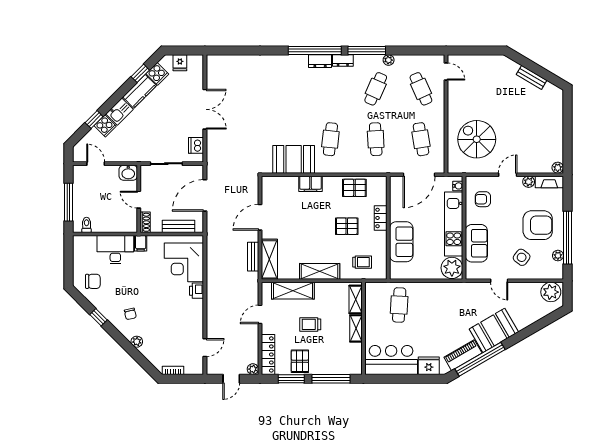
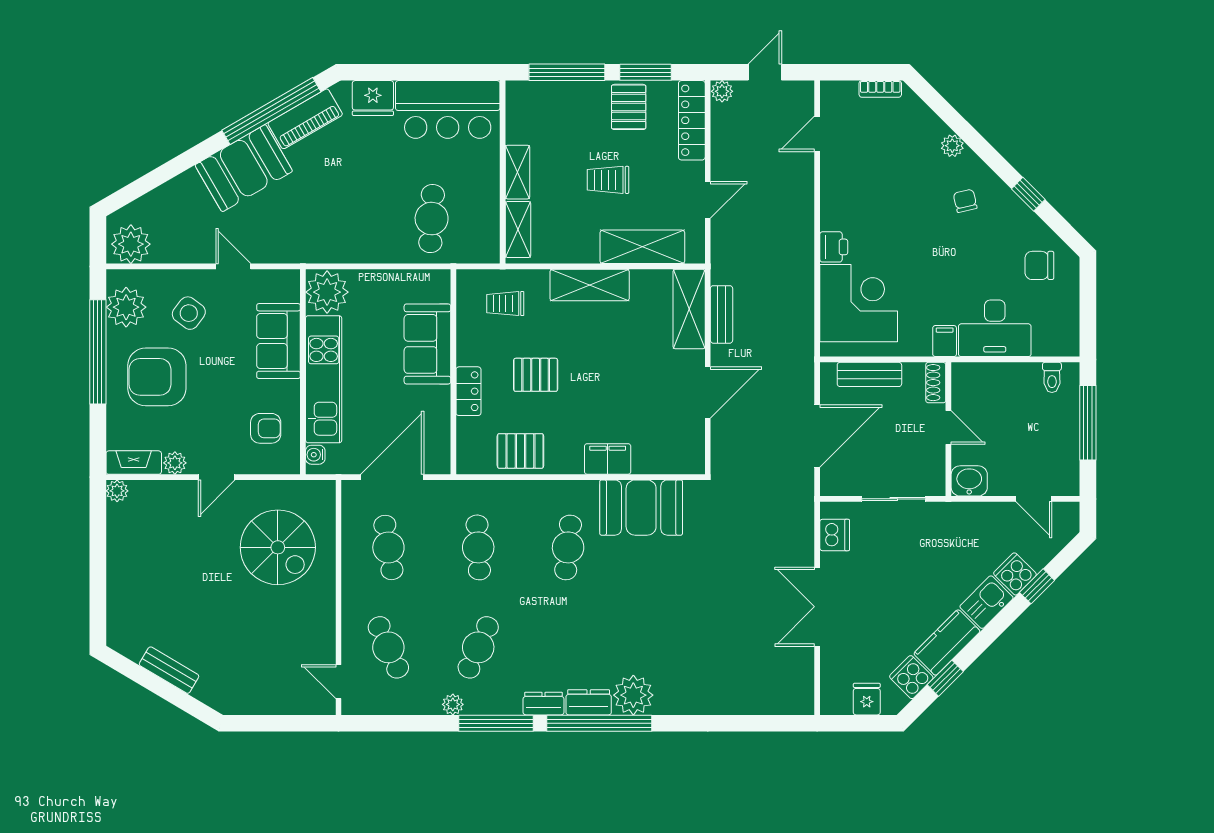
plant: (298, 65) -> (633, 695), added
plant: (558, 256) -> (126, 307), width x1.87, depth x1.87
trolley: (310, 324) -> (608, 180), turned 180

